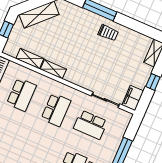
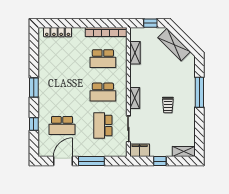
trolley: (108, 33) -> (168, 105), moved
shelving: (53, 69) -> (135, 98), moved

